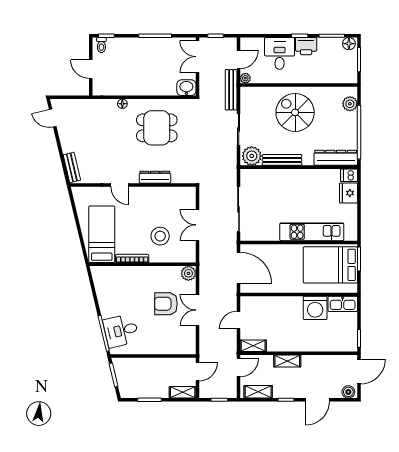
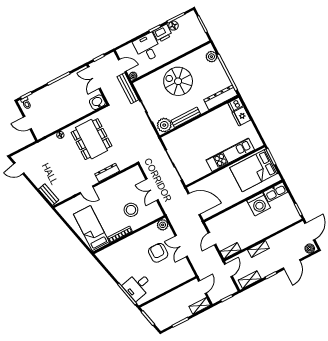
floor lamp: (349, 44) -> (174, 26), moved
door: (239, 59) -> (122, 66), hinge flipped
dining table: (157, 128) -> (91, 139), width x1.38
armchair: (166, 304) -> (158, 253), turned 90

